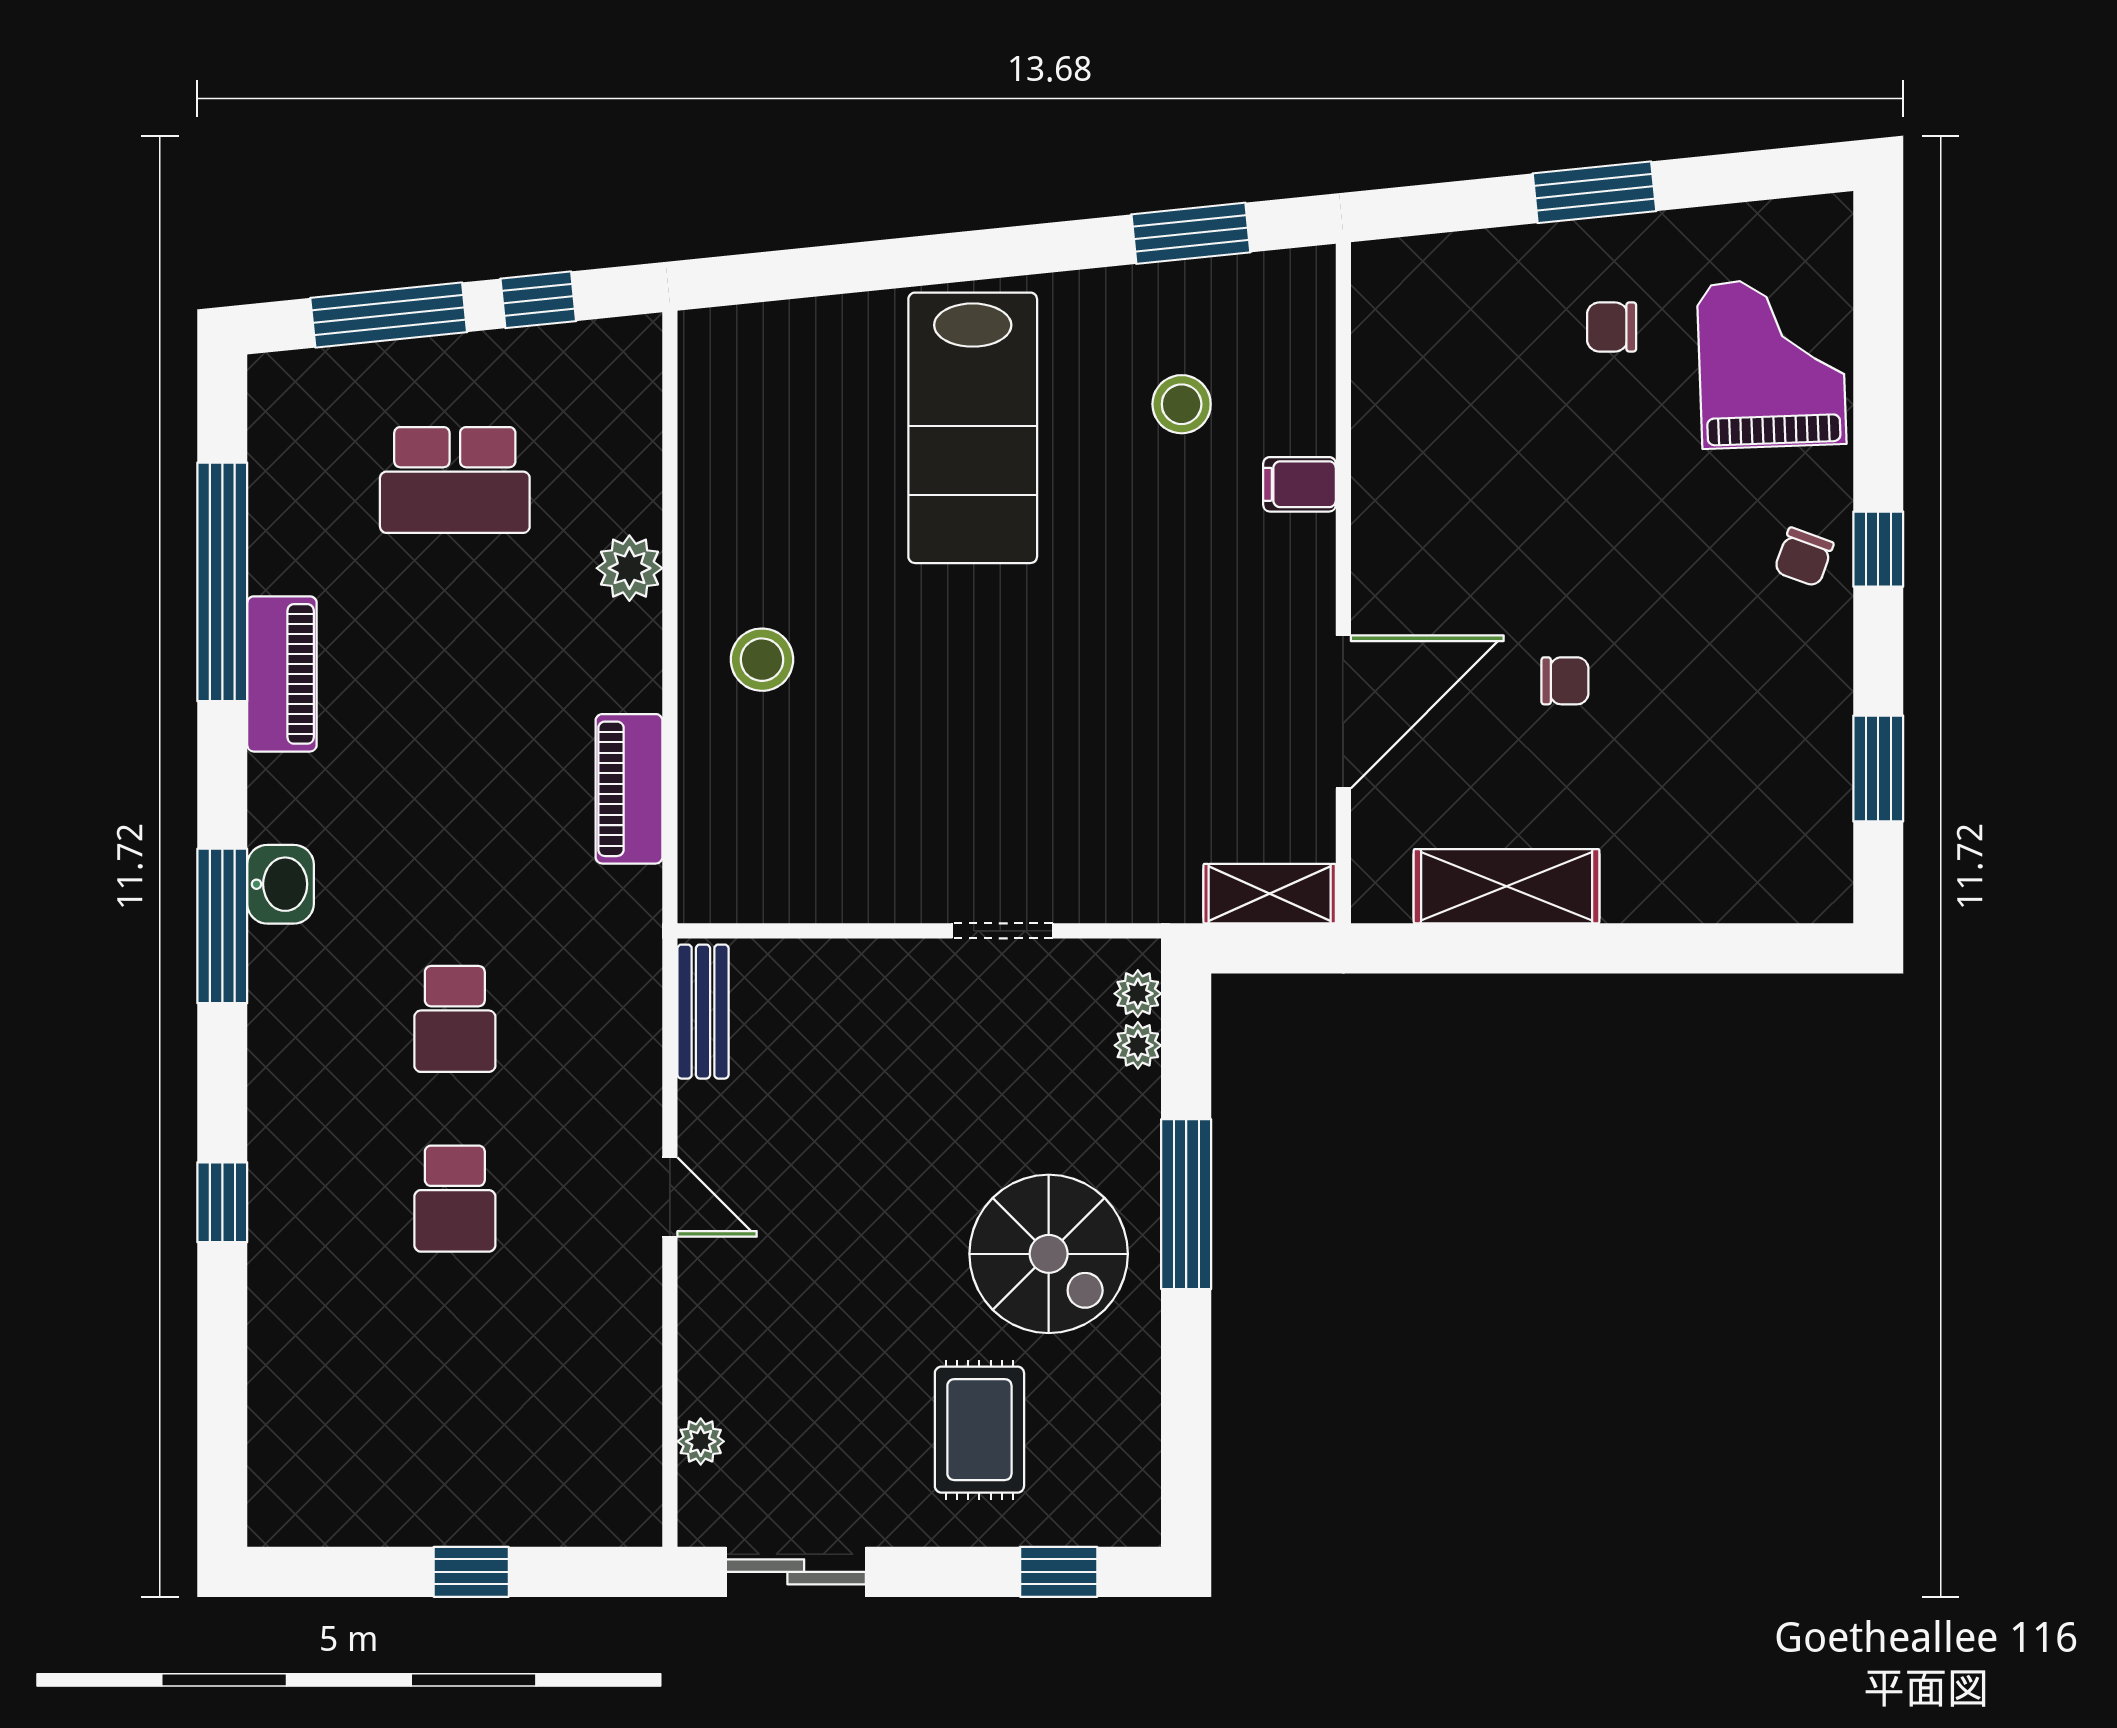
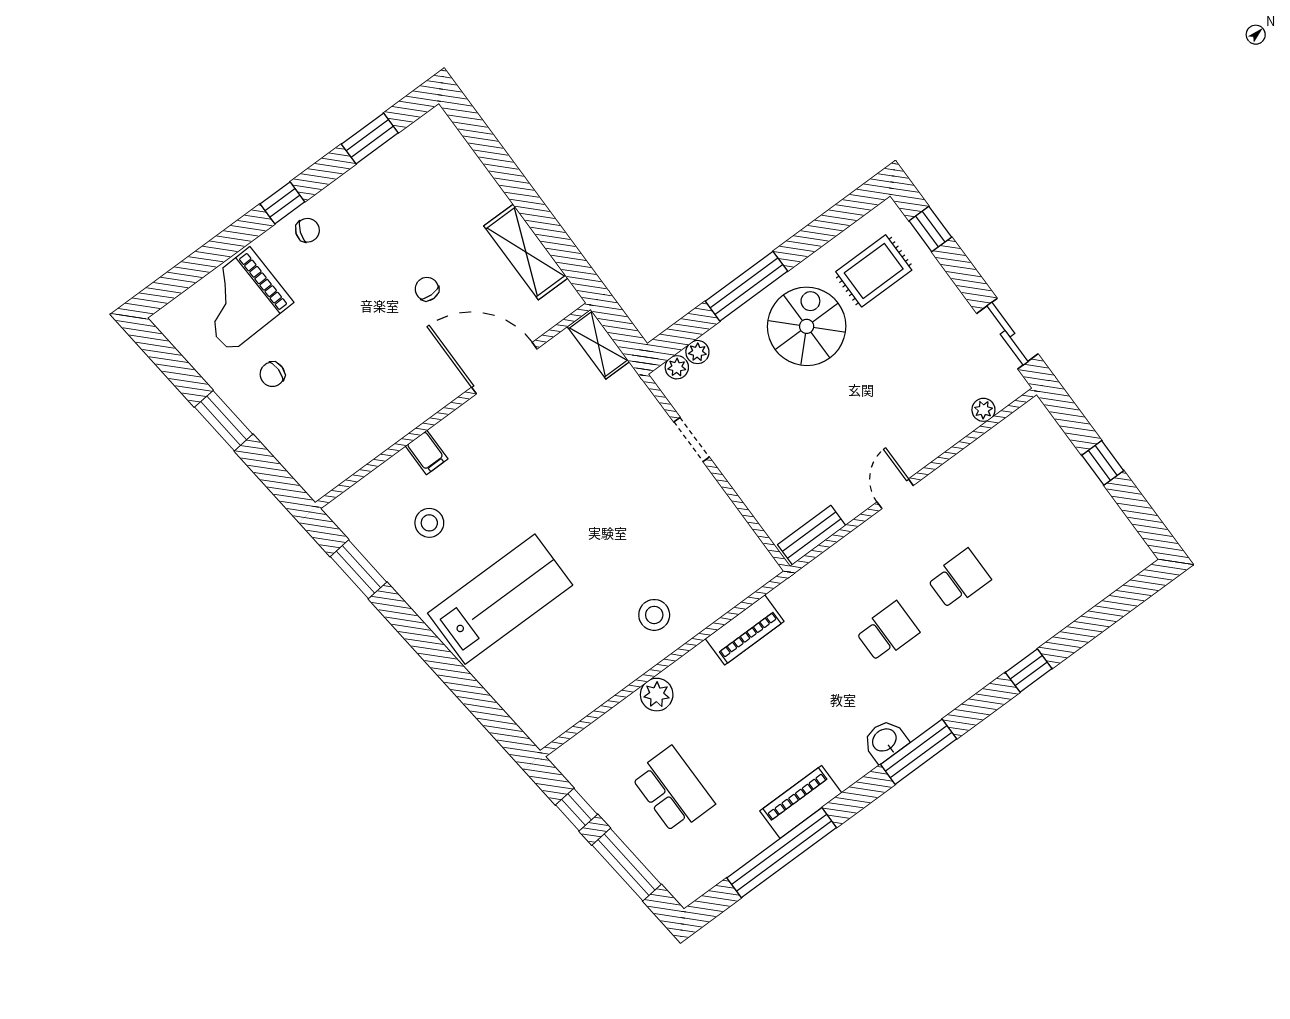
chair: (1612, 327) -> (272, 374), turned 90
rug: (979, 1430) -> (874, 271), moved

